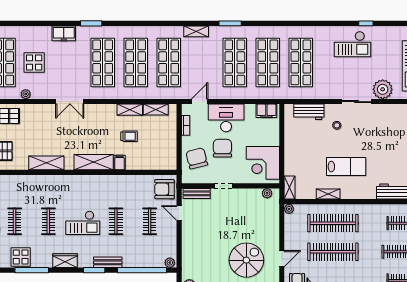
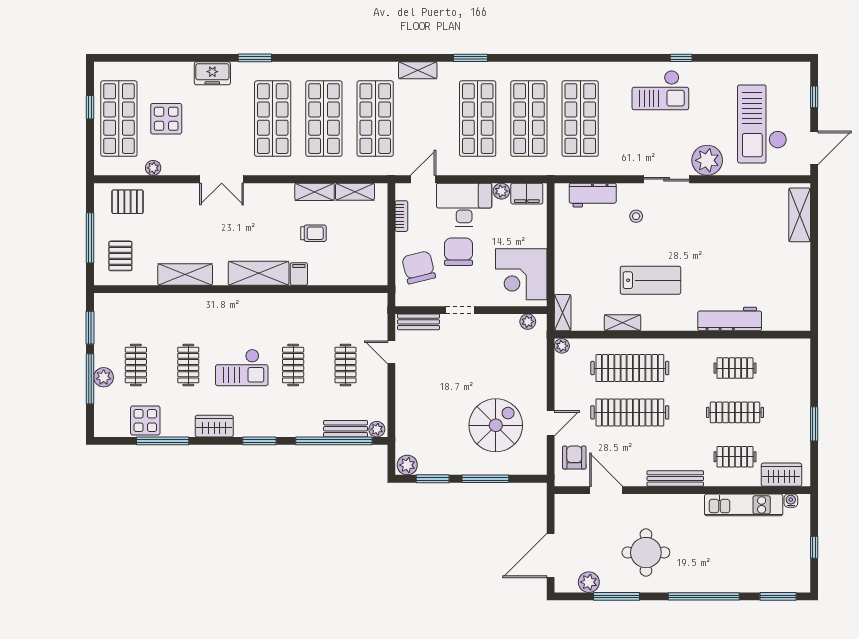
plant: (250, 109) -> (501, 191), added
armchair: (164, 189) -> (369, 315), removed
bench: (108, 262) -> (346, 429), moved

